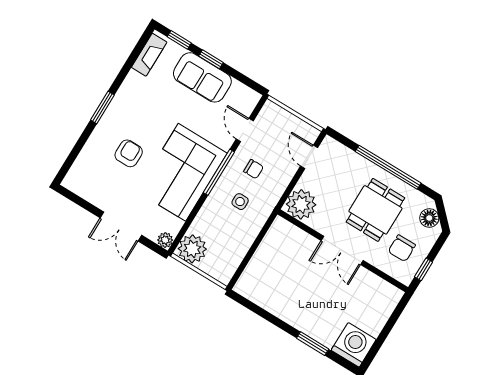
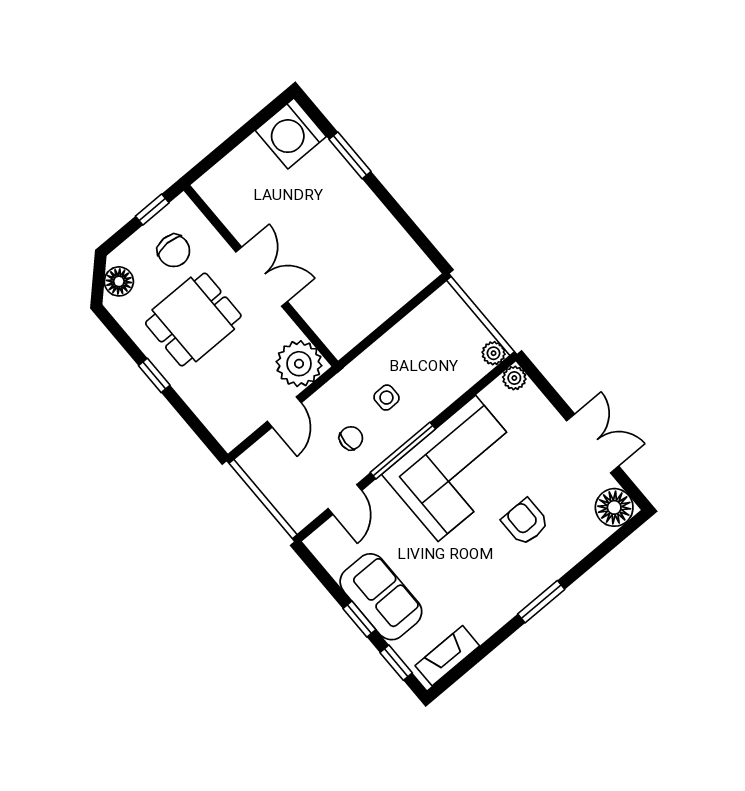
armchair: (129, 153) -> (525, 522), turned 90
door: (309, 157) -> (284, 412), moved
window: (388, 167) -> (154, 375), width x0.32
chair: (254, 169) -> (351, 438), turned 90
floor lamp: (77, 181) -> (614, 507), added
double door: (121, 227) -> (593, 443), moved
chair: (402, 248) -> (174, 251), turned 90
plant: (192, 249) -> (494, 353), width x0.53, depth x0.53

